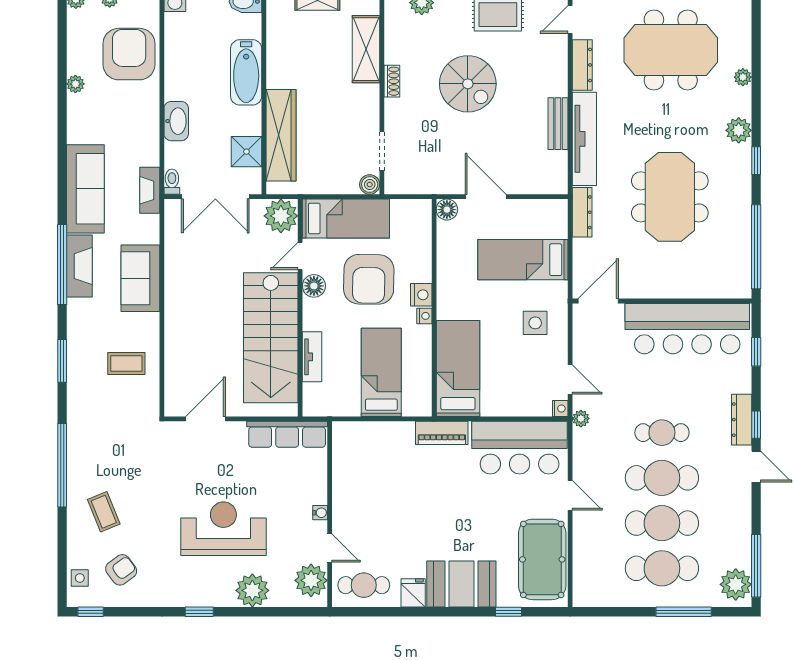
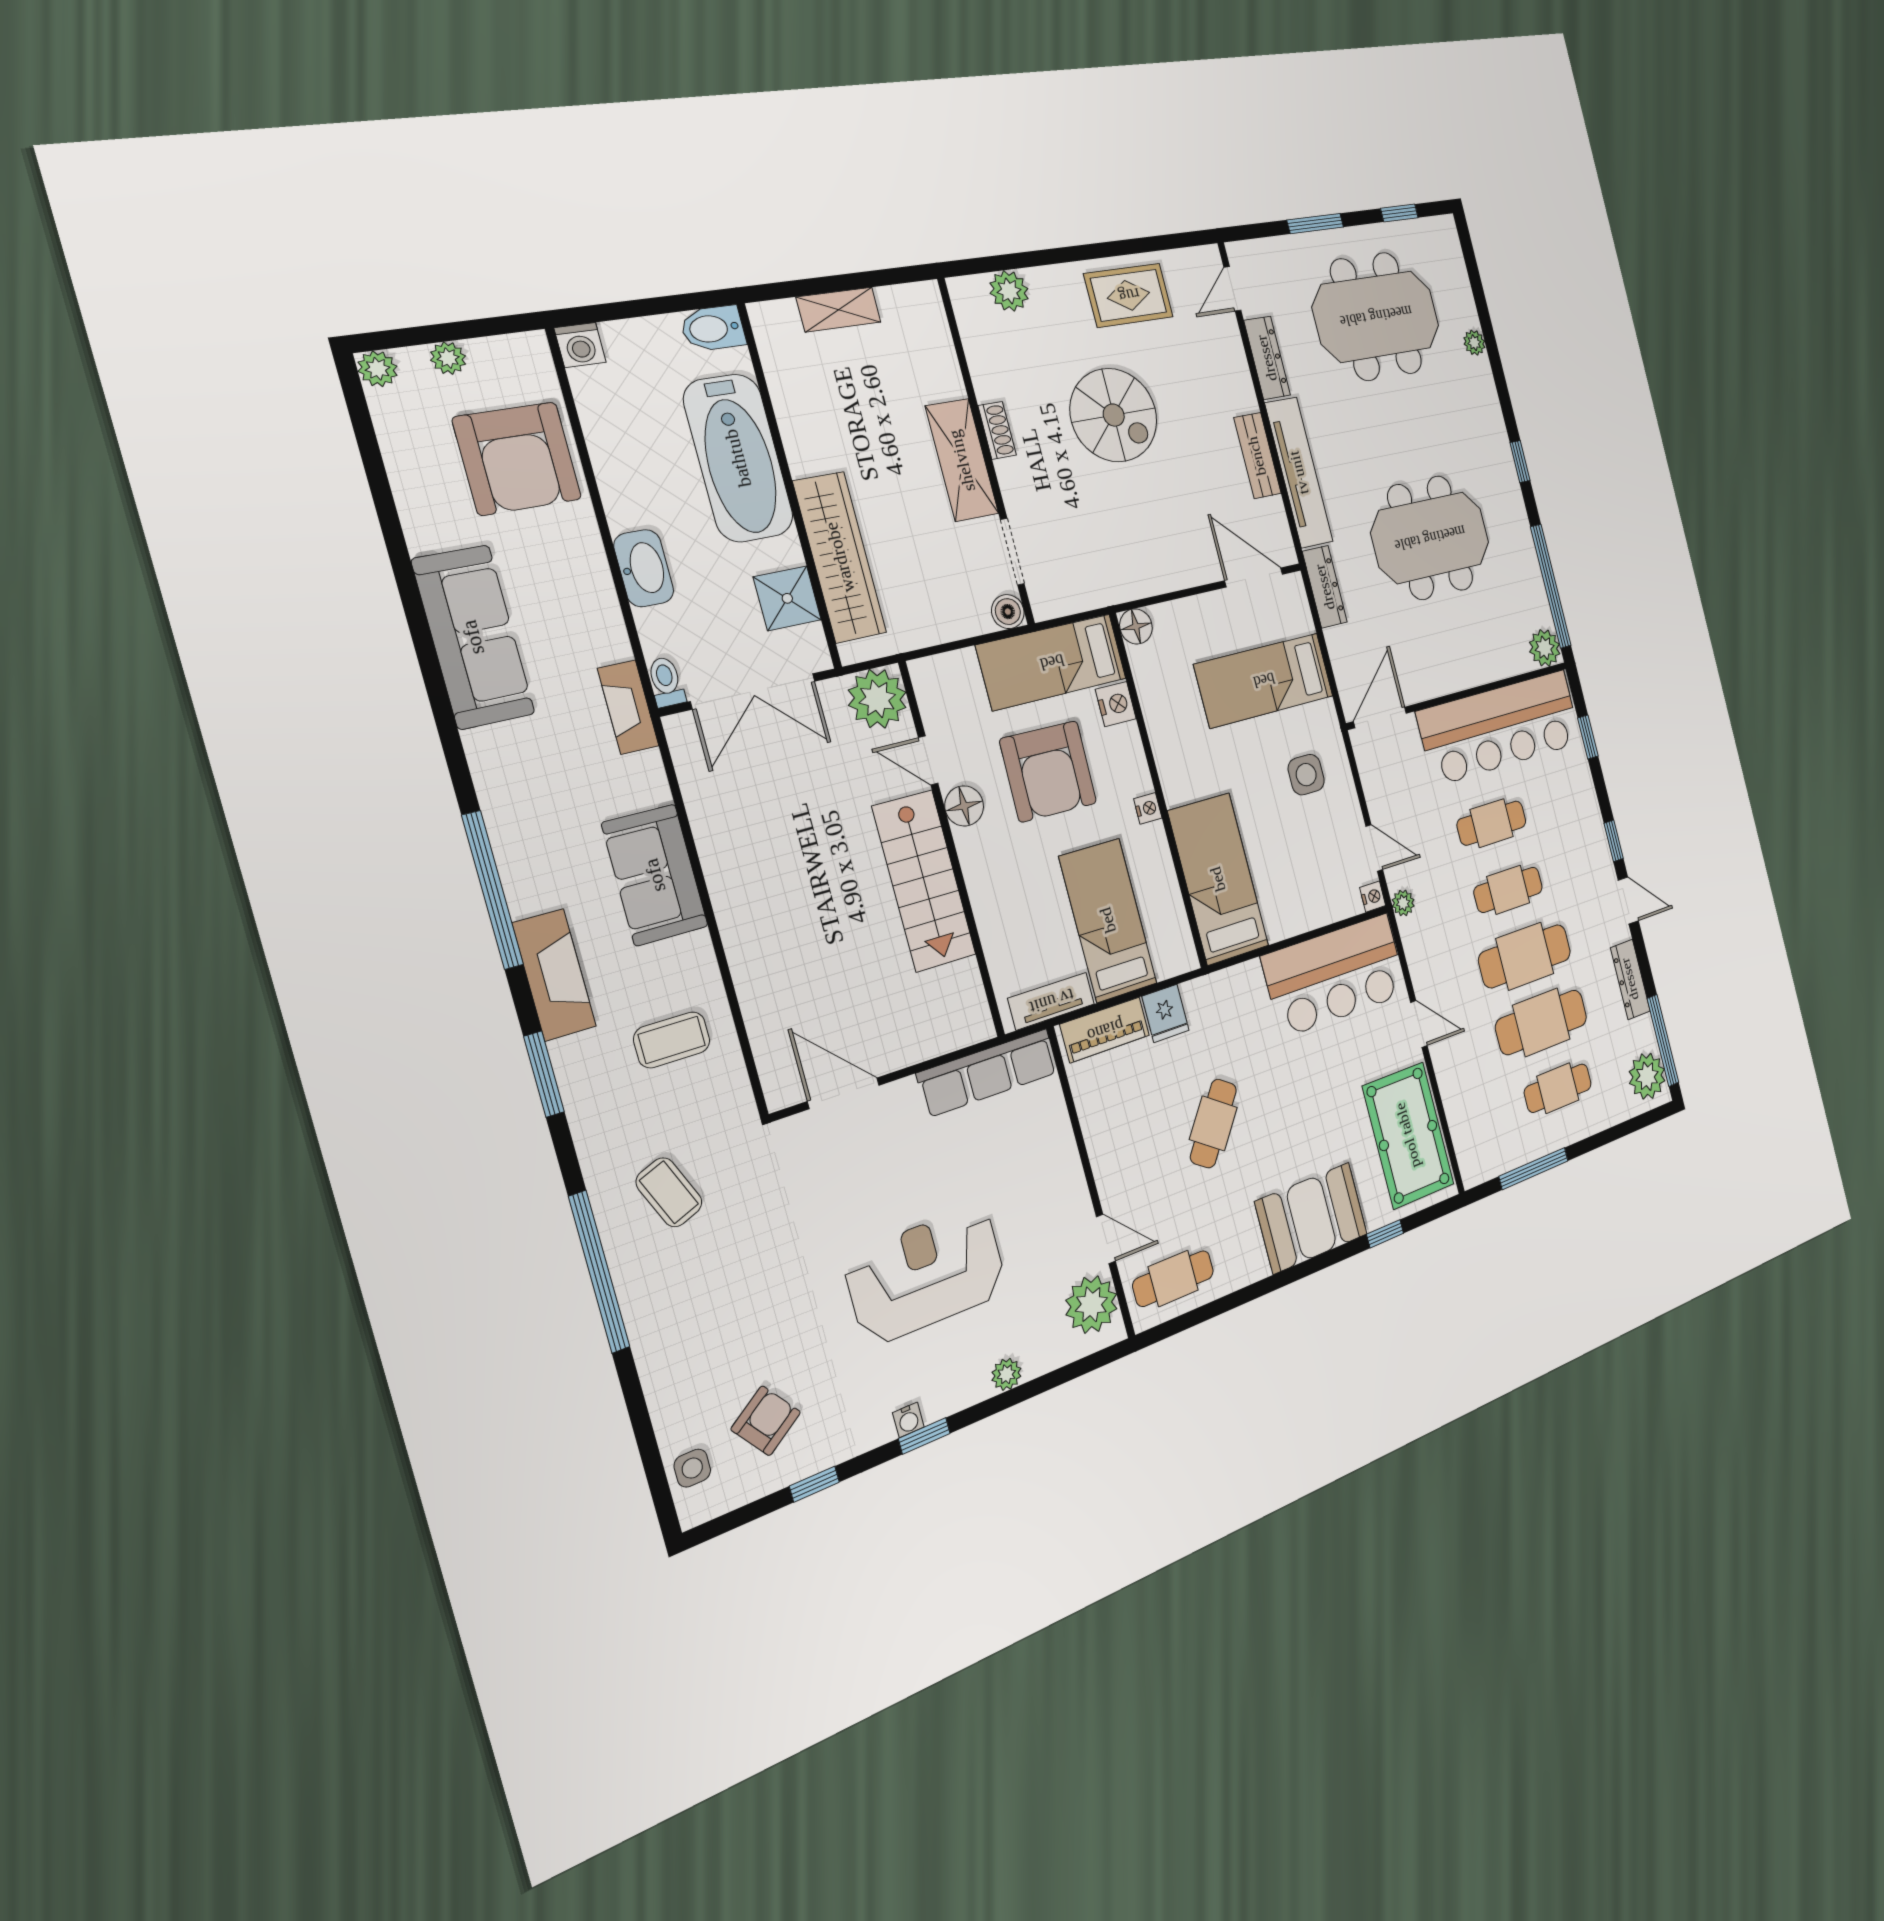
shelving: (366, 49) -> (962, 460), moved
armchair: (129, 54) -> (517, 459), turned 180
bathtub: (246, 72) -> (738, 458), width x1.36, depth x1.36
plant: (75, 84) -> (423, 534), removed
plant: (739, 130) -> (1545, 648), moved
sofa: (85, 189) -> (473, 637), moved
door: (486, 197) -> (1254, 577), moved
meeting table: (670, 197) -> (1430, 538), turned 90
bed: (346, 218) -> (1052, 662), moved, turned 180
door: (300, 256) -> (928, 760), hinge flipped
fireplace: (79, 266) -> (554, 975), moved
nightstand: (421, 295) -> (1116, 704), moved
stairs: (271, 338) -> (924, 881), width x0.73, depth x0.66
tv unit: (312, 357) -> (1051, 1001), moved, turned -90
cafe table: (662, 387) -> (1492, 823), added
door: (206, 419) -> (843, 1093), hinge flipped
dresser: (742, 420) -> (1630, 979), moved
piano: (442, 433) -> (1105, 1030), moved
cafe table: (414, 508) -> (1213, 1123), added
coffee table: (104, 512) -> (669, 1192), moved
water cooler: (320, 513) -> (908, 1420), moved, turned 90
cafe table: (662, 568) -> (1558, 1088), width x0.73, depth x0.74
plant: (252, 590) -> (1006, 1374), width x0.53, depth x0.53
fridge: (413, 593) -> (1165, 1013), moved, turned 180
window: (91, 612) -> (814, 1484), moved
window: (684, 612) -> (1534, 1169), moved

